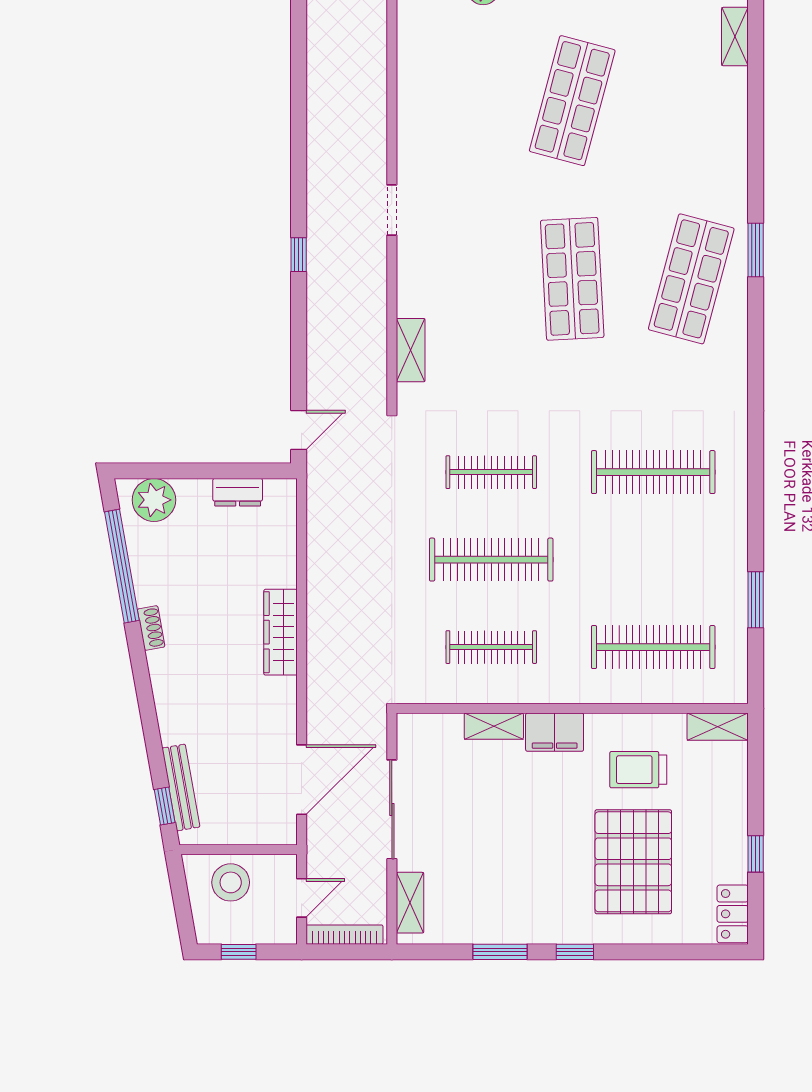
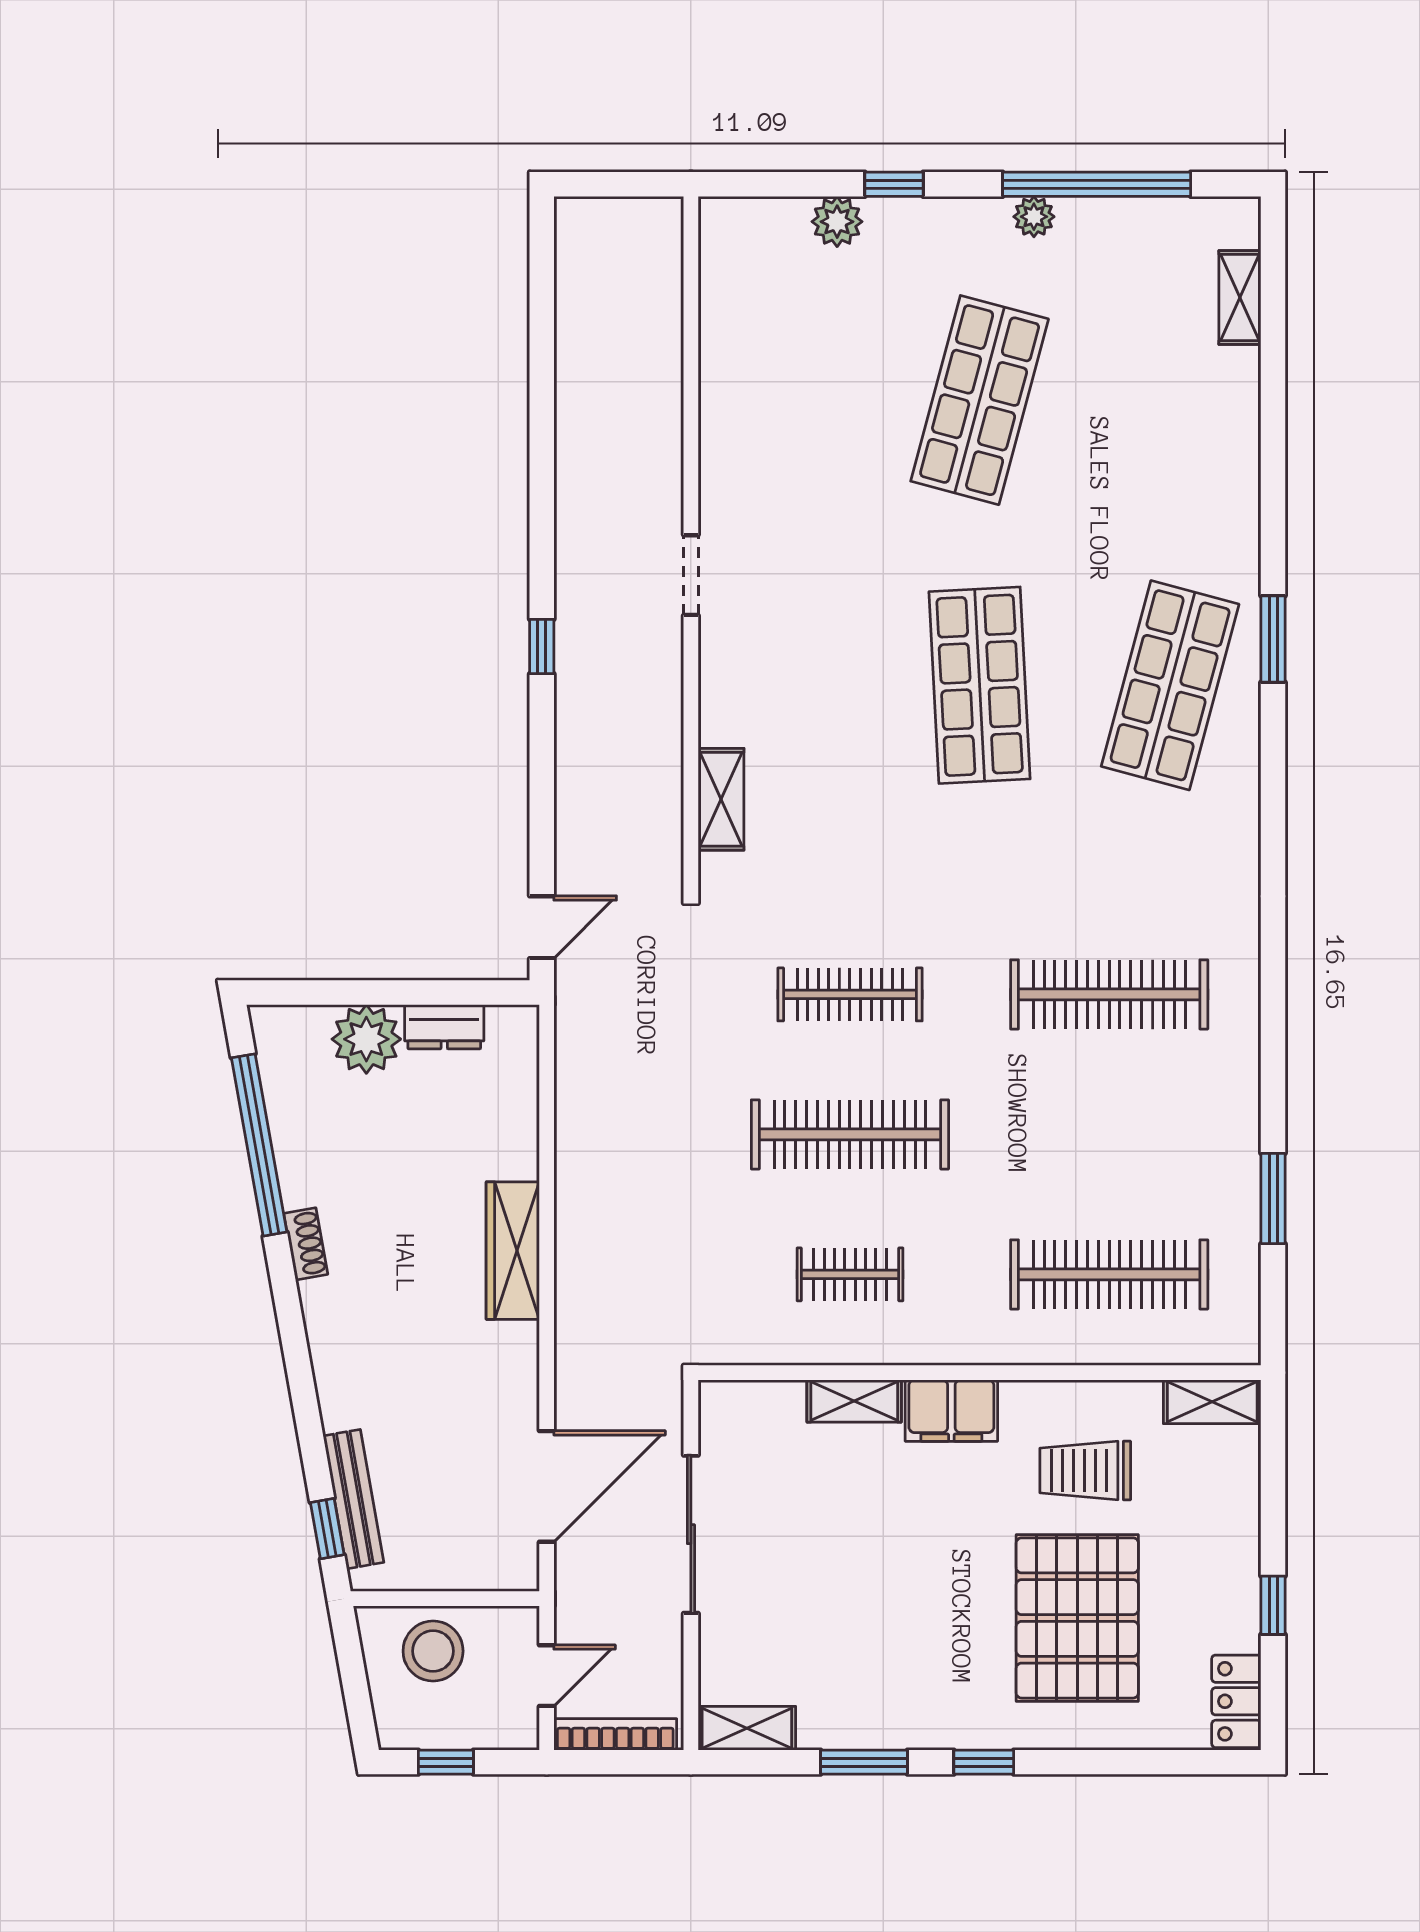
plant: (154, 500) -> (366, 1039), moved
clothes rail: (491, 647) -> (850, 1274), width x0.73
shelving: (410, 903) -> (747, 1728), moved, turned 90

